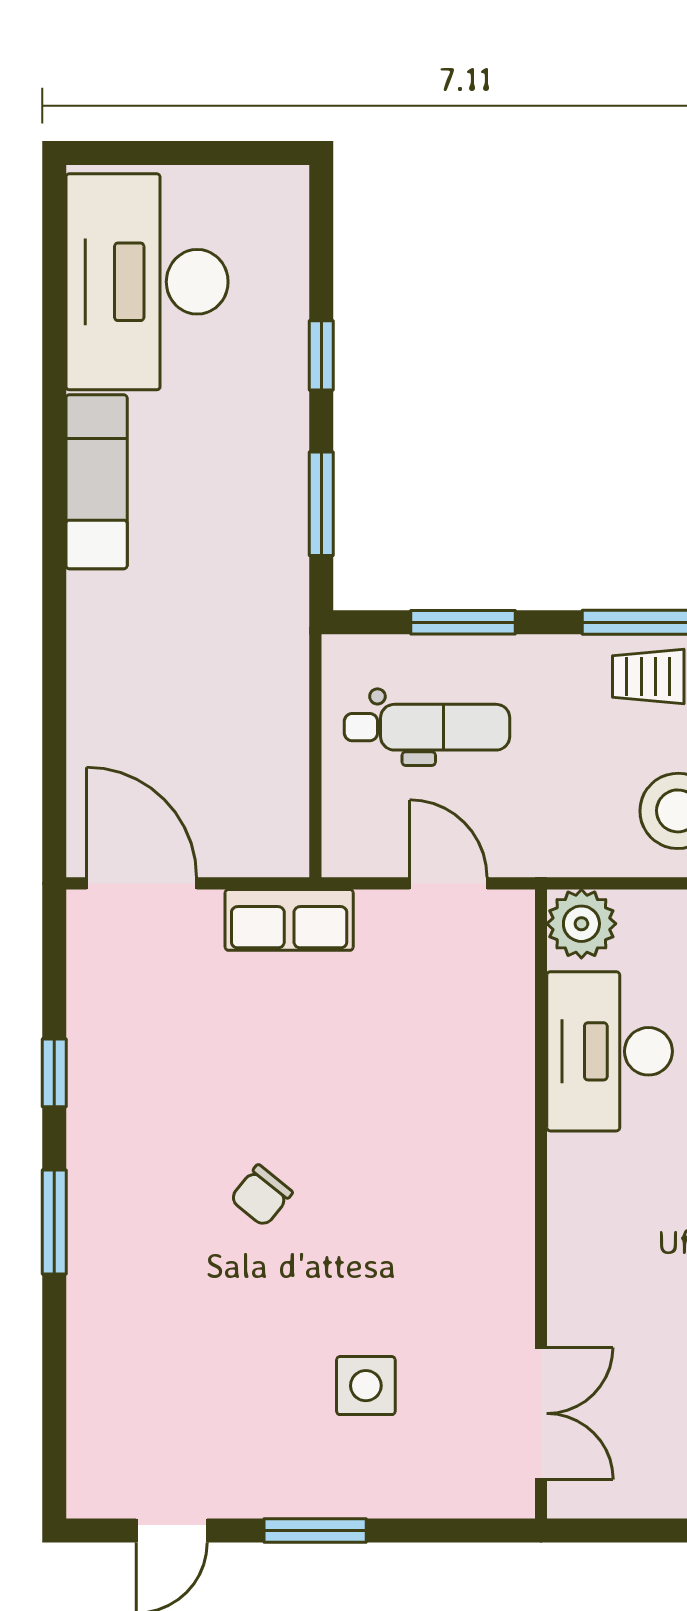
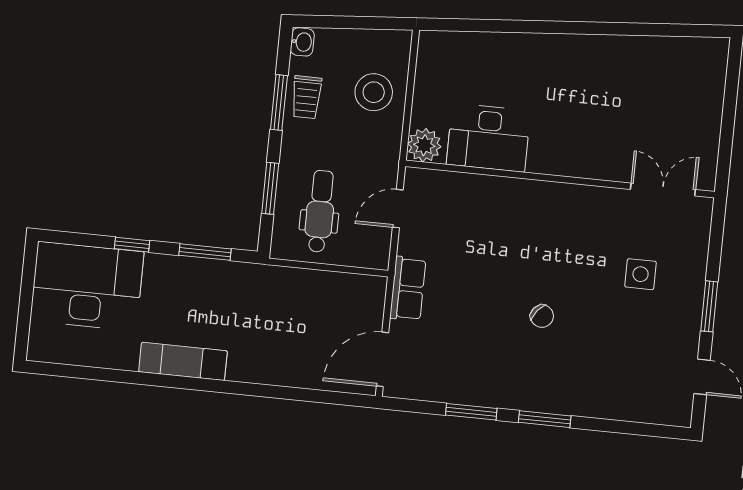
desk: (147, 282) -> (87, 286), moved, turned 180
window: (54, 1073) -> (471, 412), width x1.50

